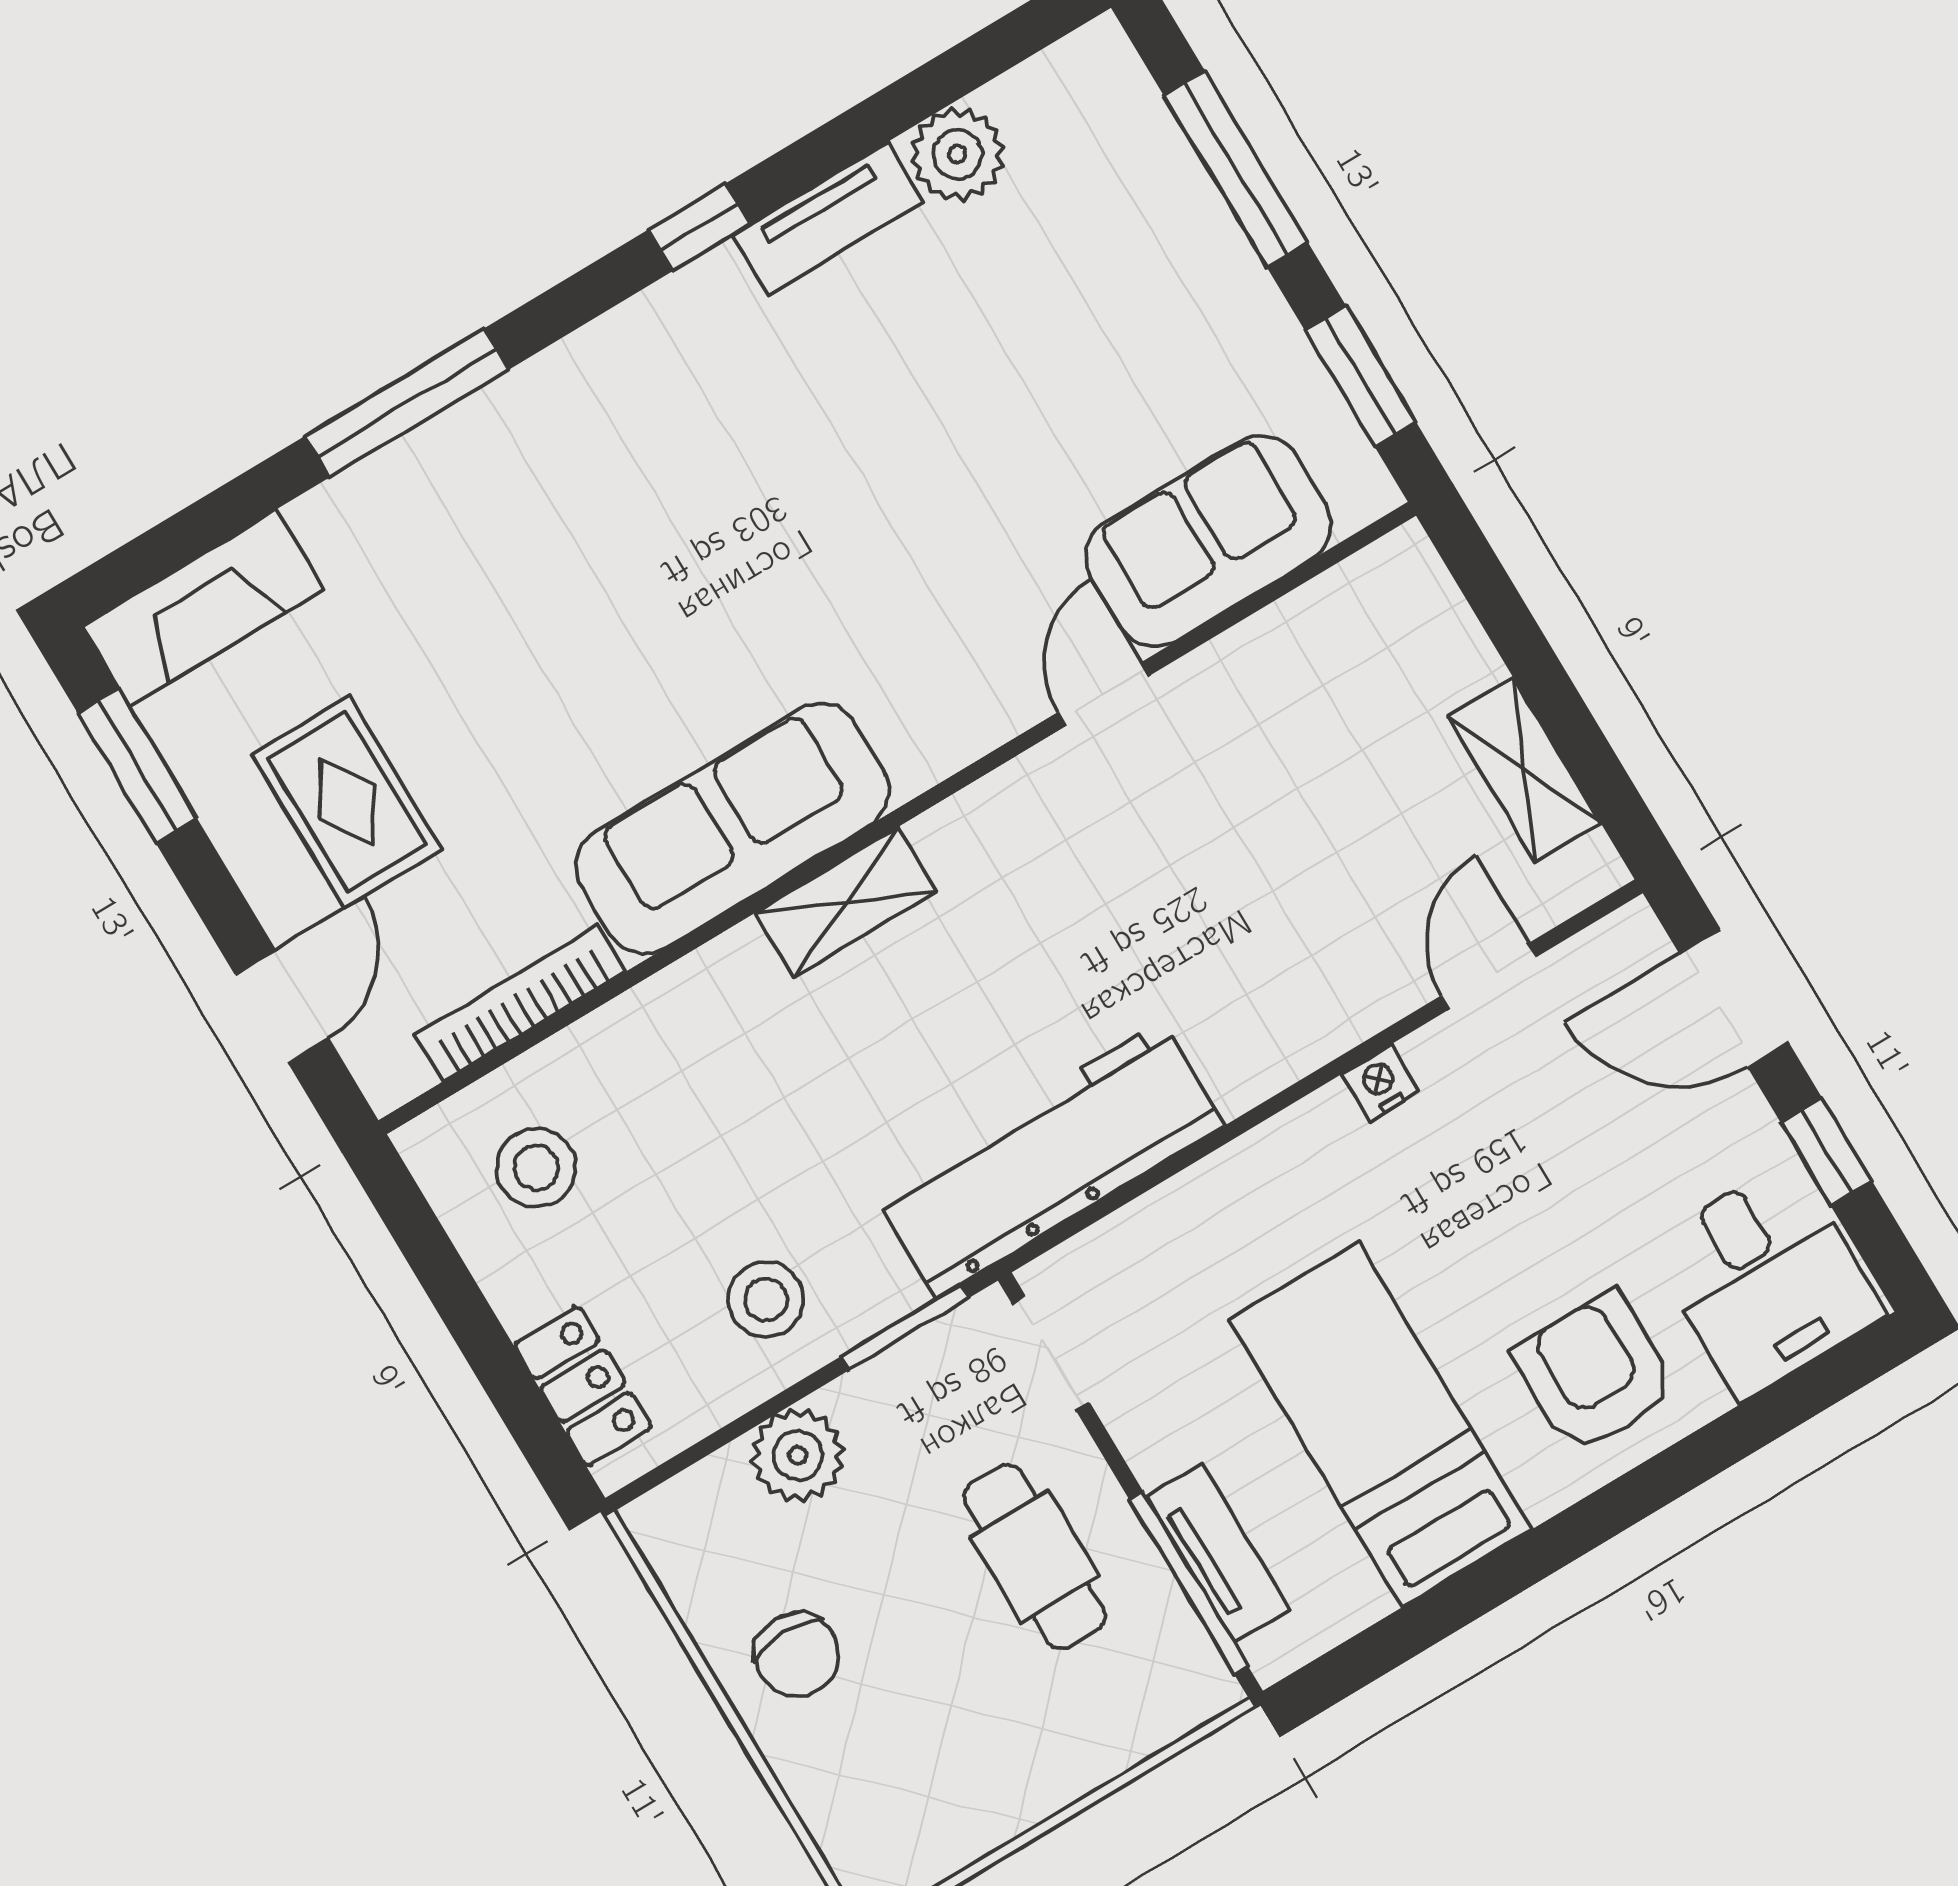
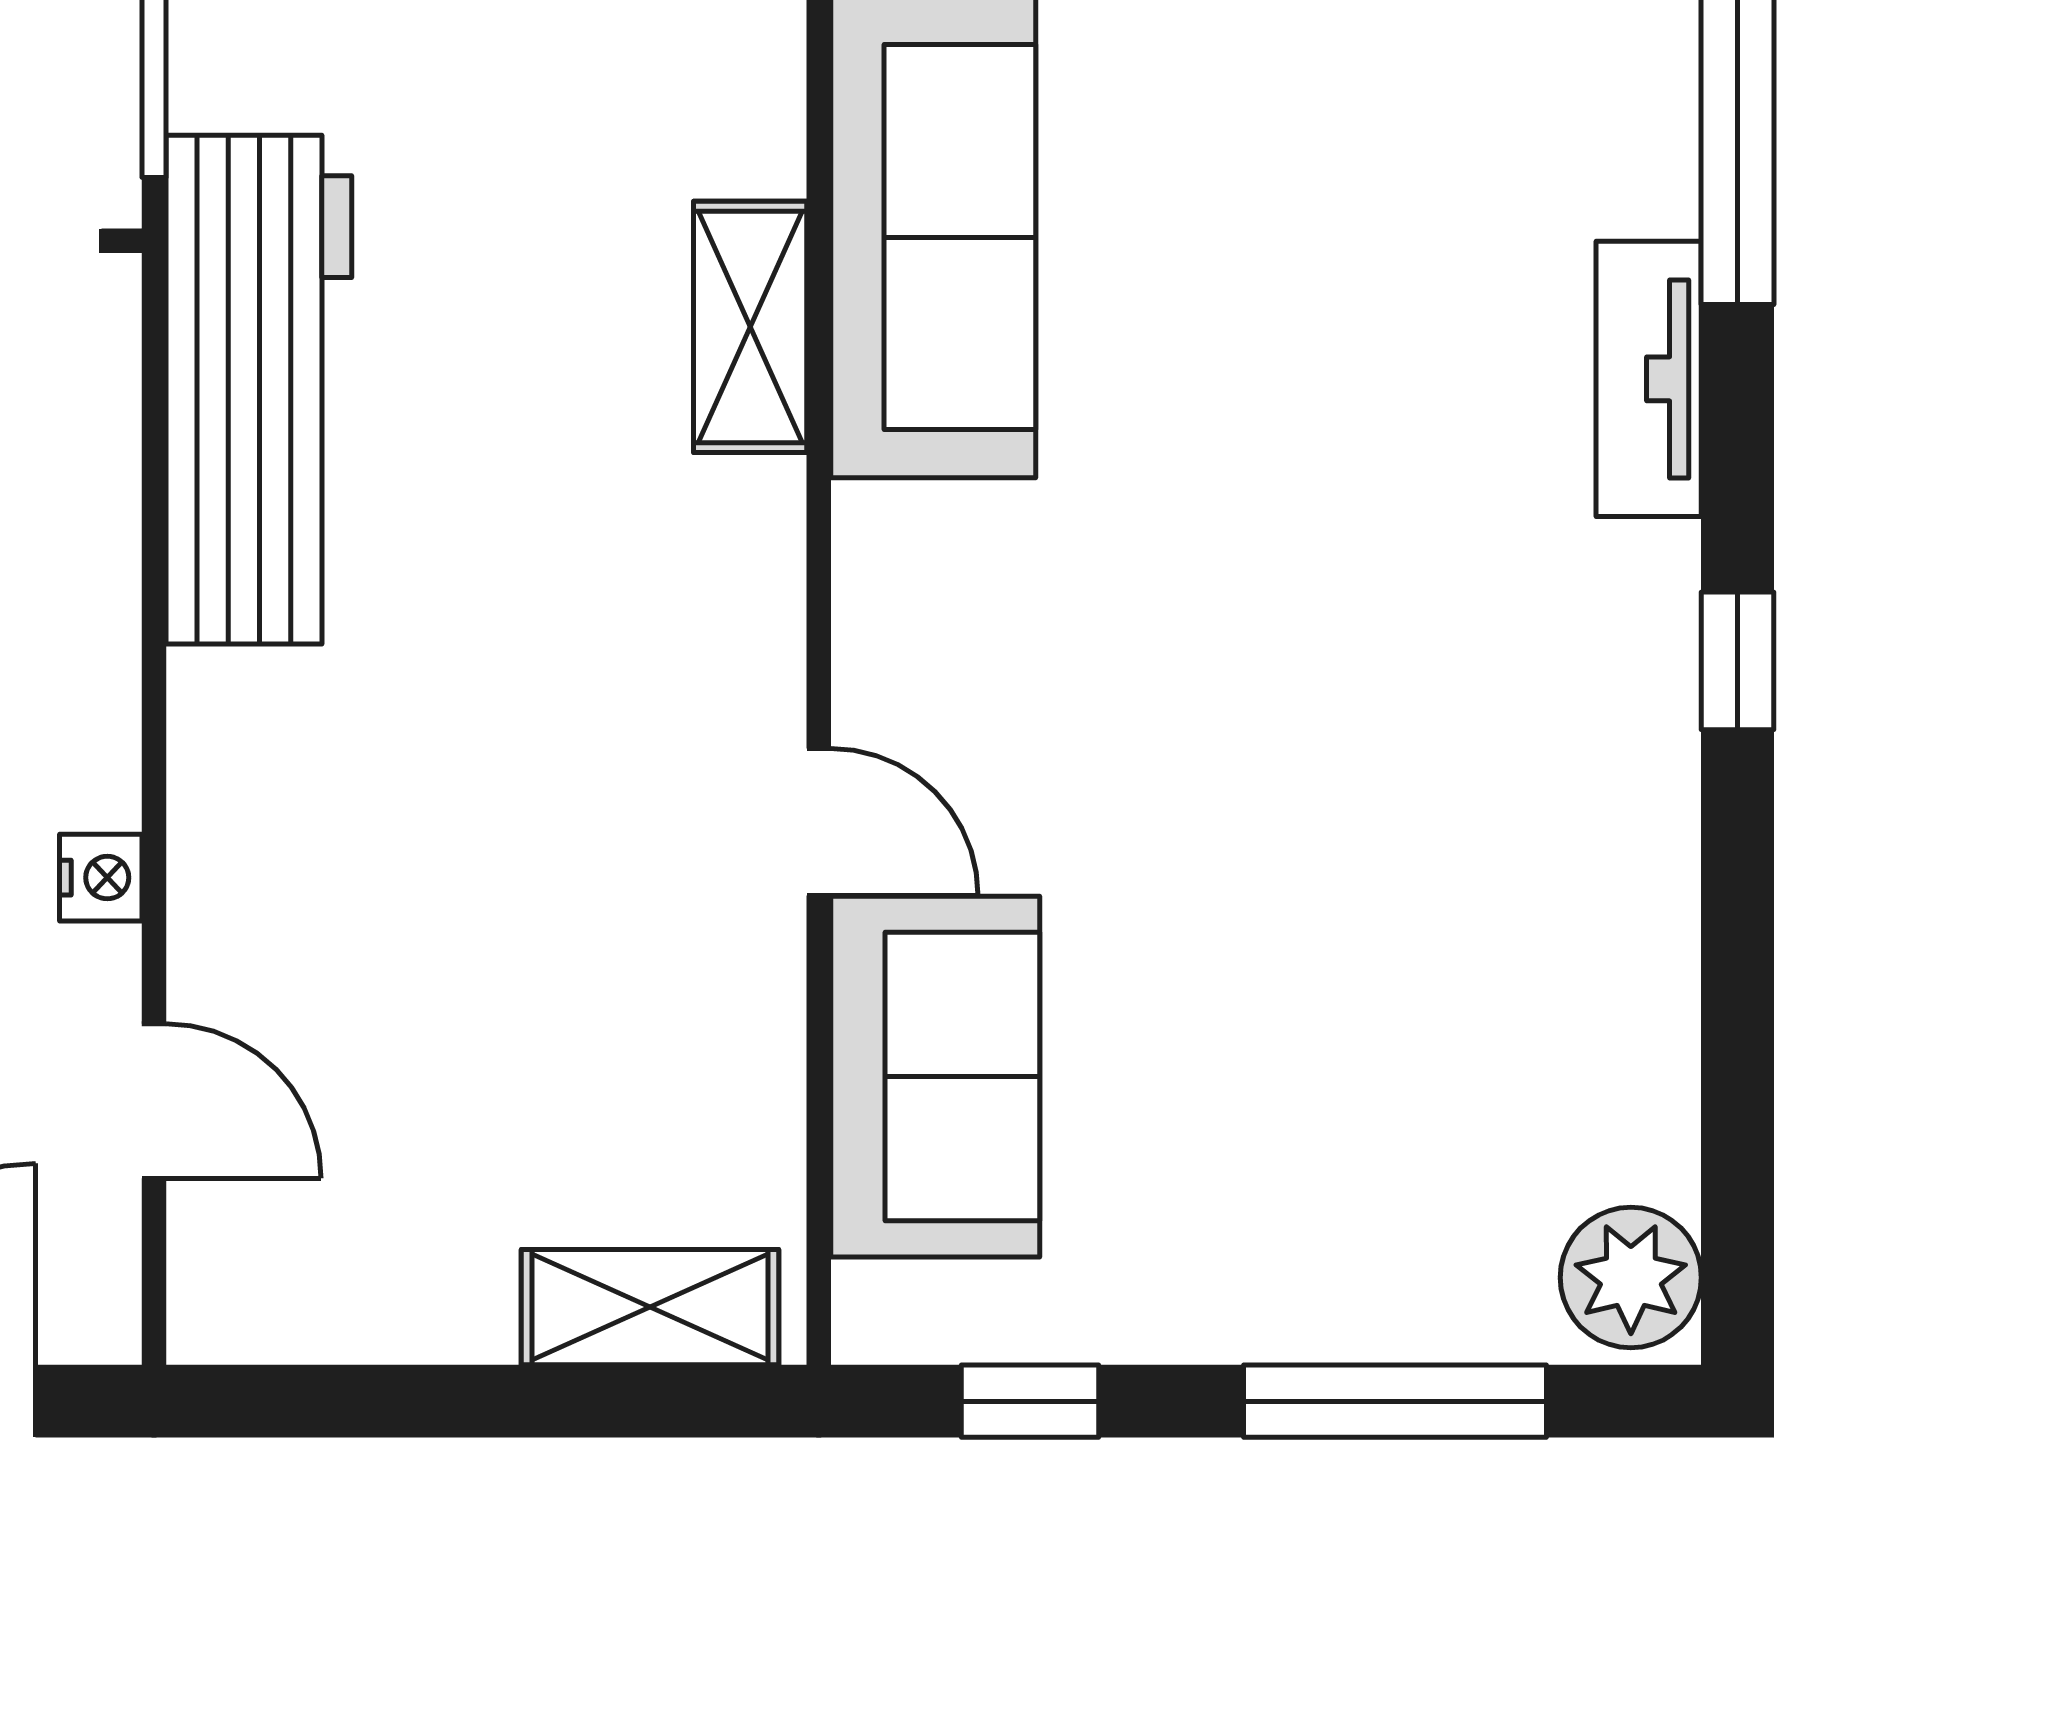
plant: (958, 154) -> (1631, 1278), moved
tv unit: (828, 219) -> (1649, 379), moved
window: (1361, 377) -> (1030, 1401), width x0.67
shelving: (1524, 770) -> (650, 1307), moved

